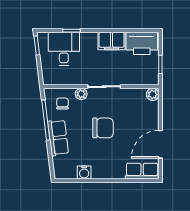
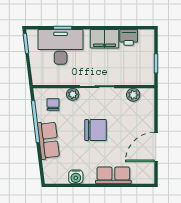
printer: (142, 43) -> (129, 37), width x0.53, depth x0.68
desk: (64, 49) -> (61, 47), width x1.37
plant: (153, 94) -> (133, 95), moved
row of seats: (142, 171) -> (113, 175), moved

